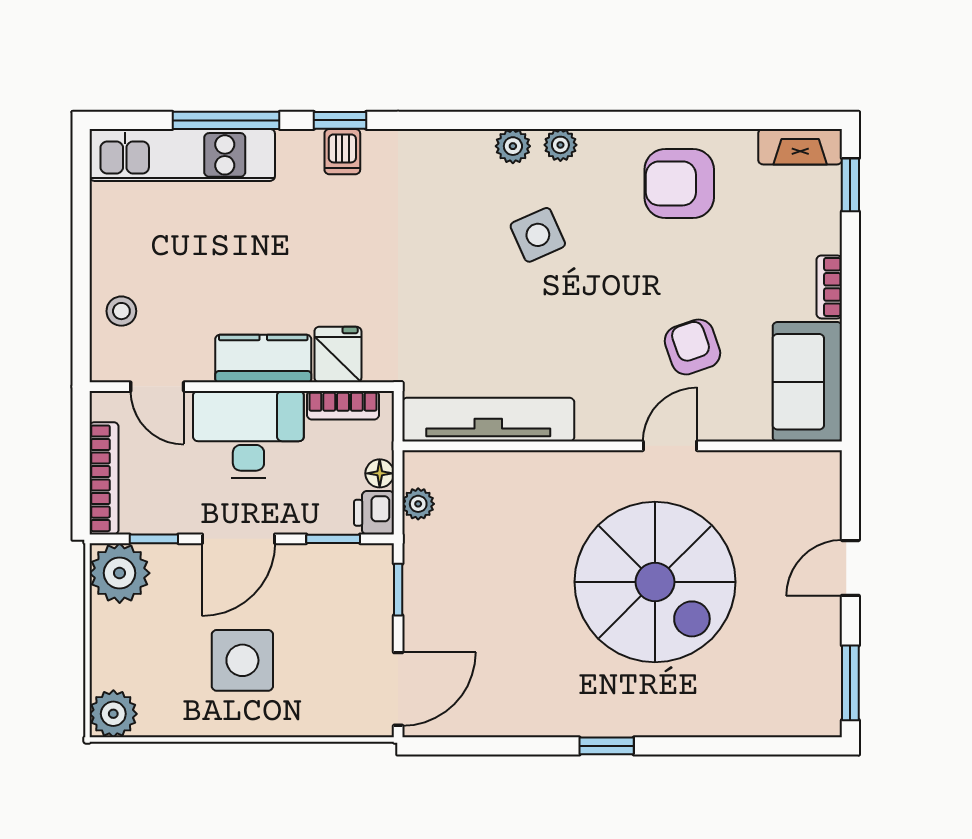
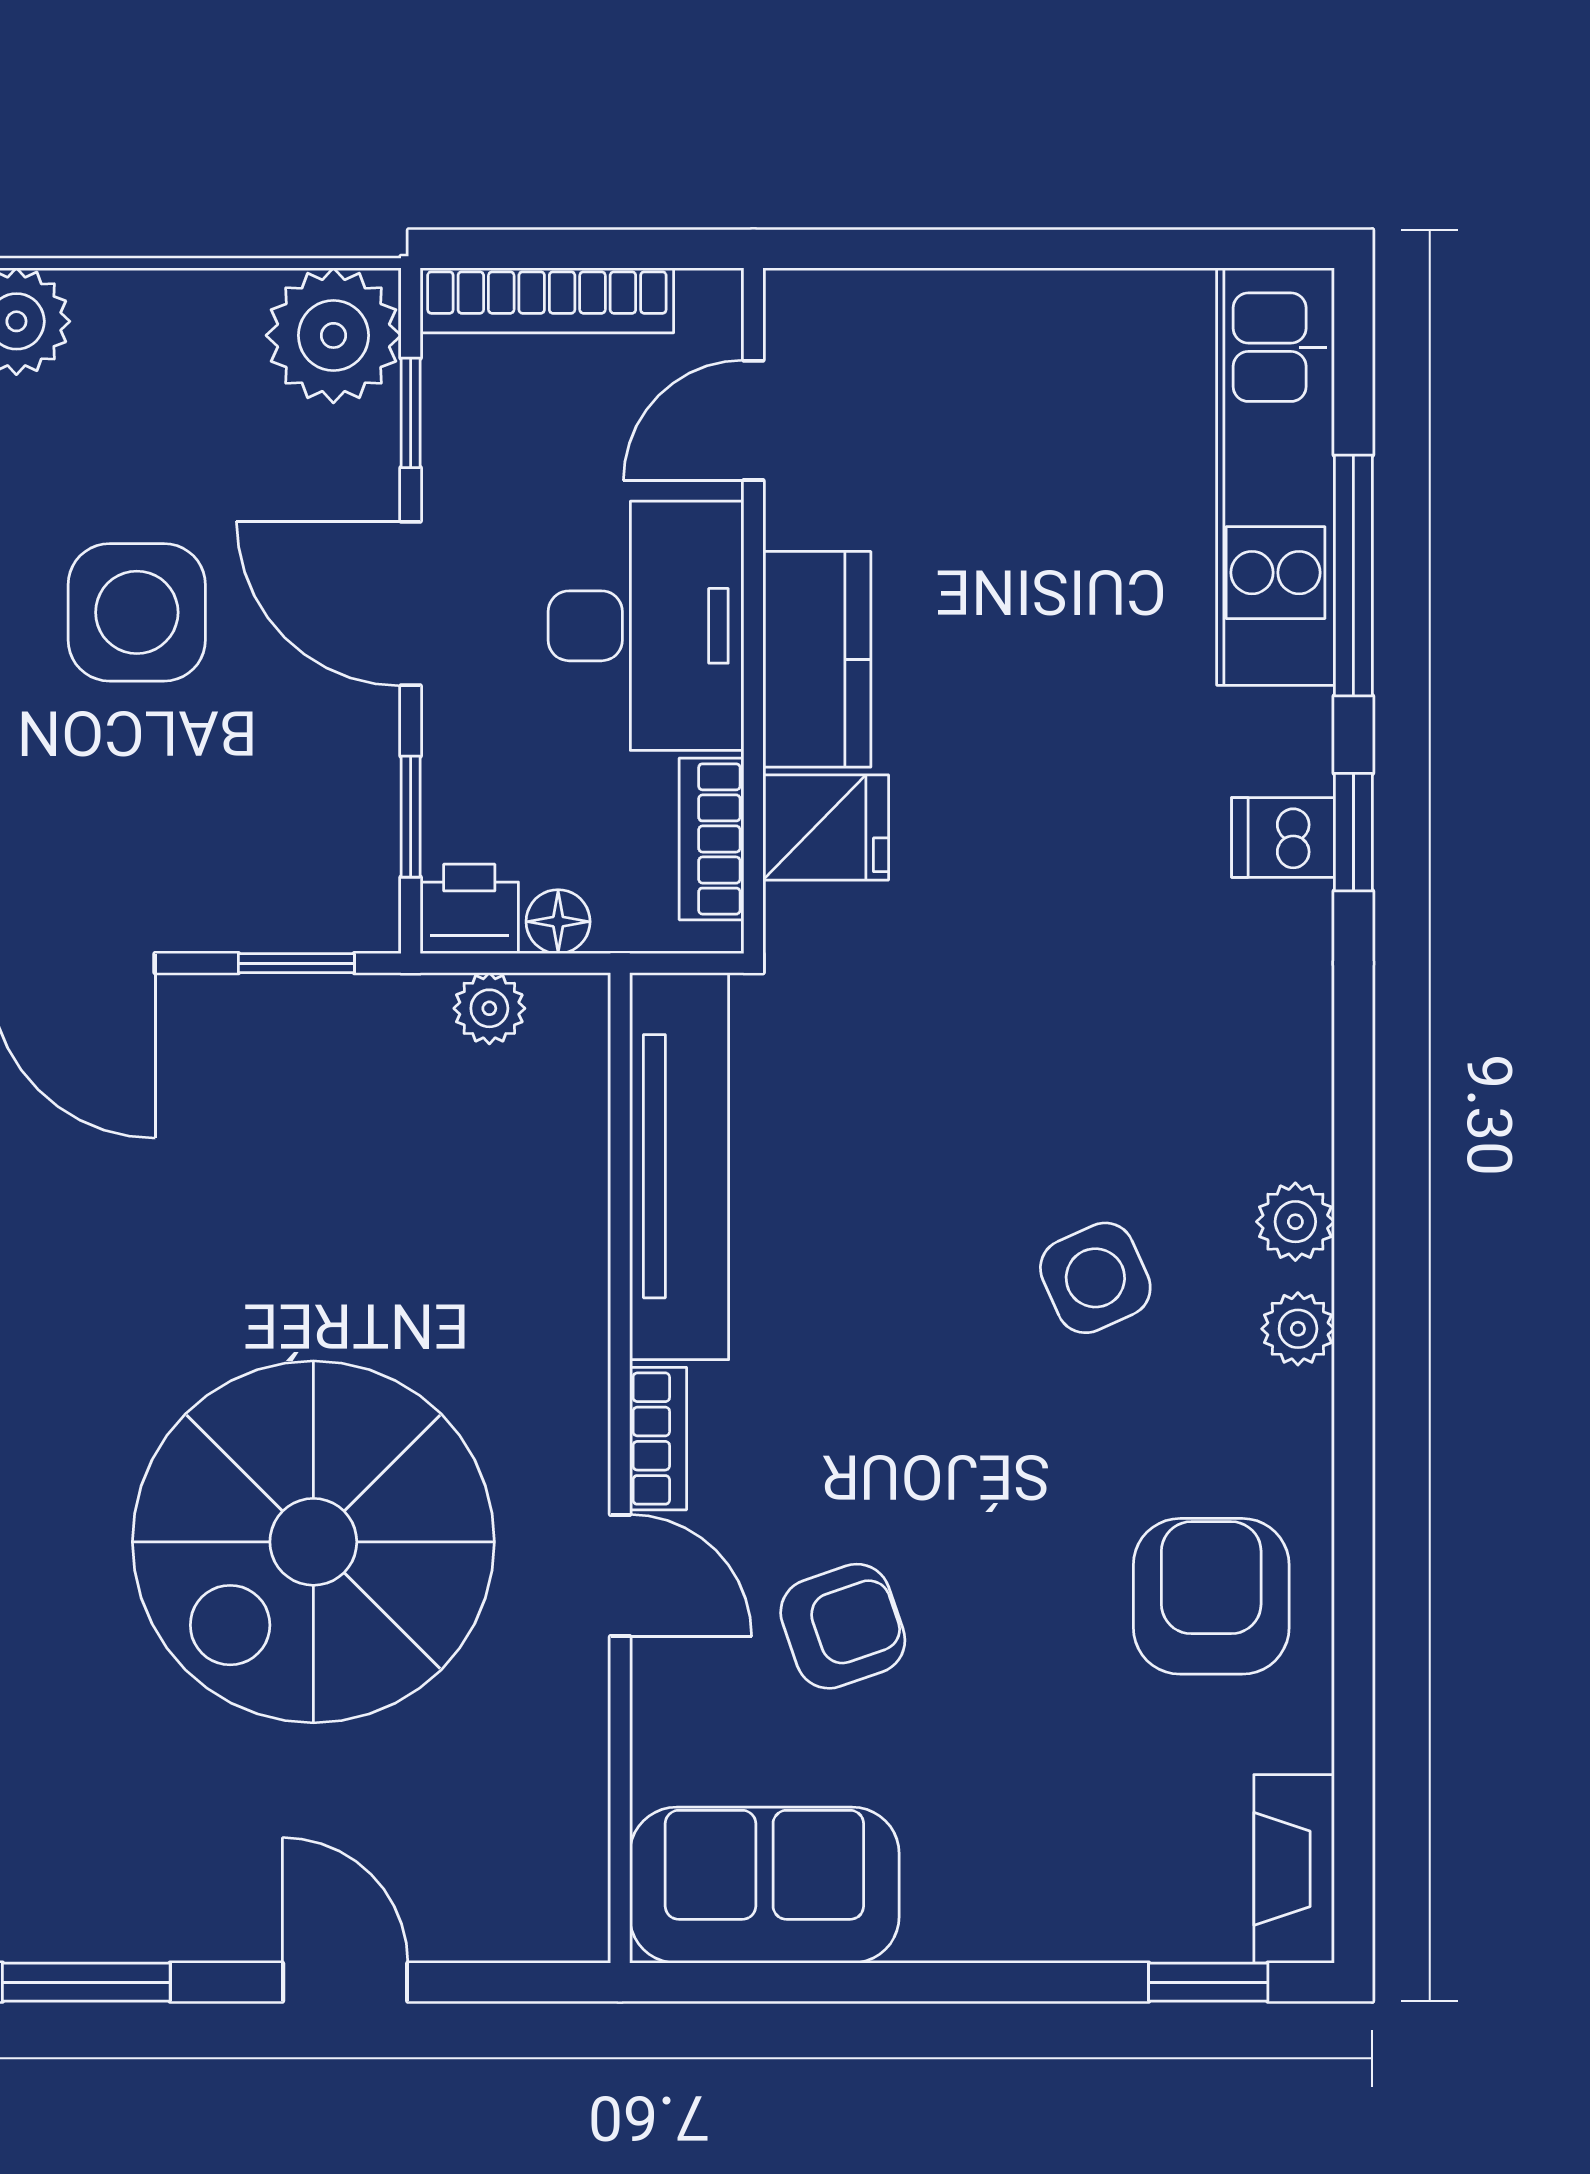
bookcase: (829, 287) -> (658, 1439), moved, turned 90
stool: (121, 311) -> (924, 340), removed

